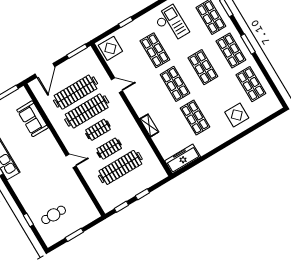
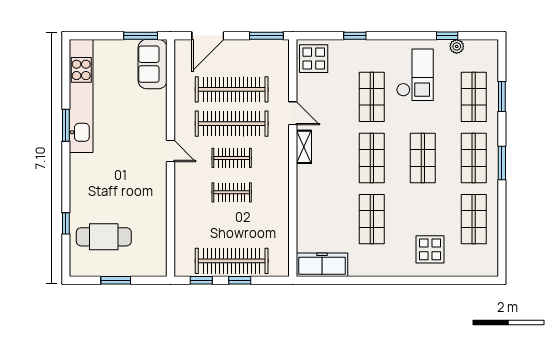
sofa: (33, 119) -> (153, 64), moved
shelving: (149, 125) -> (304, 147), moved
door: (71, 161) -> (170, 151), moved
clothes rail: (120, 167) -> (232, 261), moved
cafe table: (54, 215) -> (104, 237), width x1.37, depth x1.35

